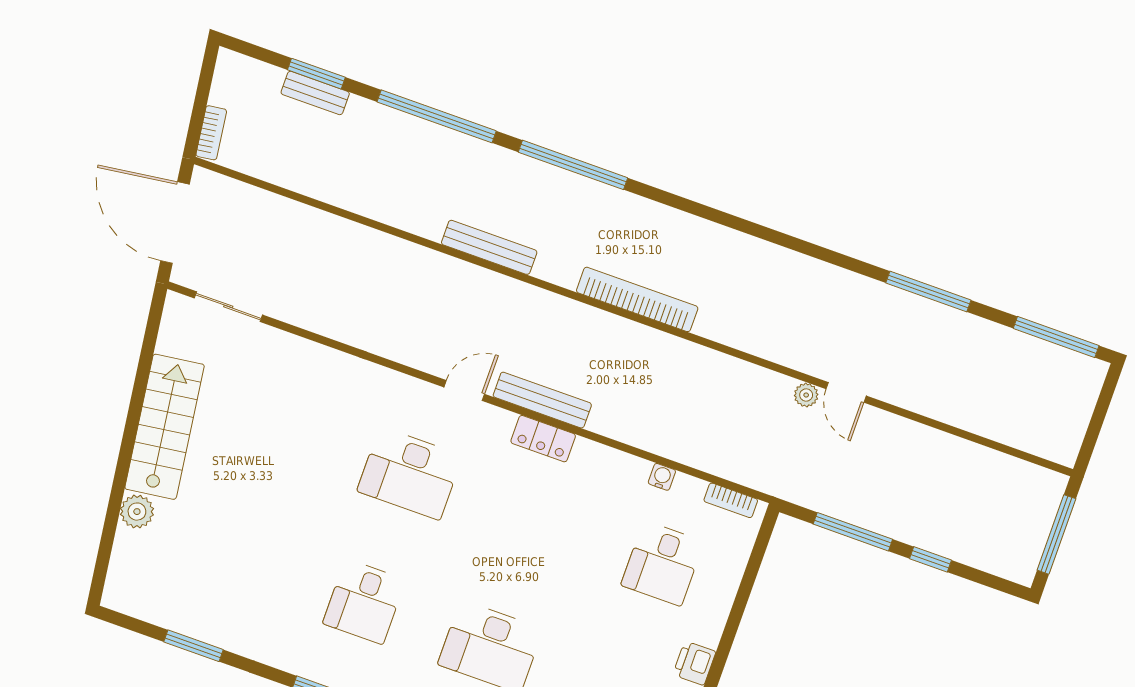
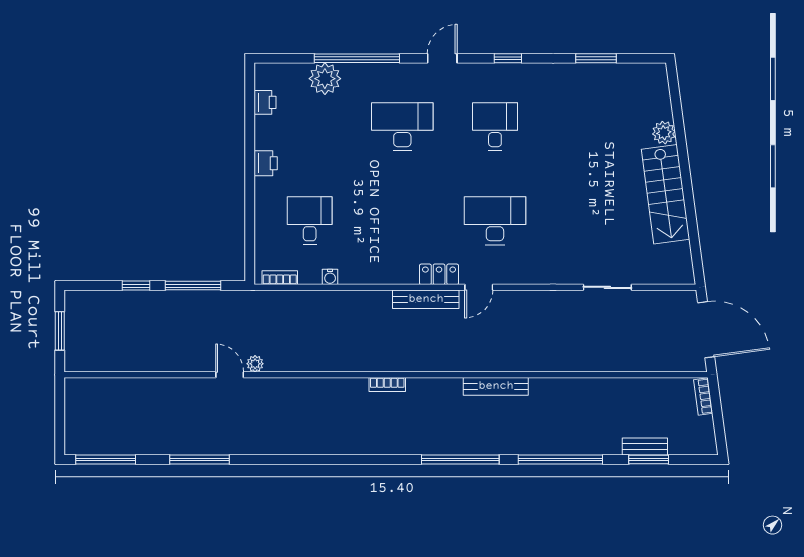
bookcase: (637, 299) -> (387, 385), width x0.43, depth x0.76
sliding door: (228, 307) -> (607, 287), moved
locker: (543, 439) -> (439, 274), moved
window: (1056, 534) -> (60, 331), width x0.69

